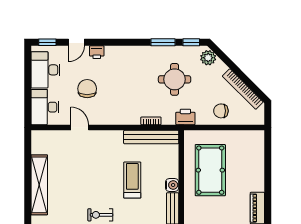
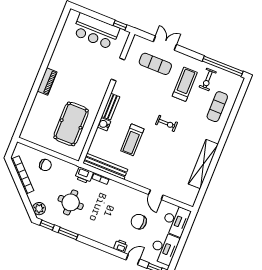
chair: (87, 89) -> (139, 222), turned 90
printer: (185, 117) -> (84, 175), moved

